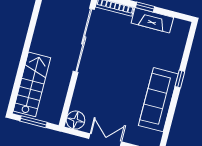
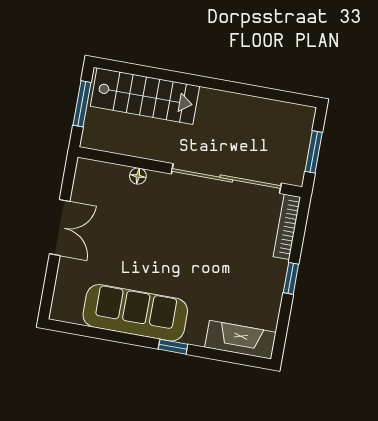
fireplace: (152, 20) -> (240, 340), moved, turned 90
floor lamp: (76, 120) -> (138, 176), moved, width x0.53, depth x0.53

